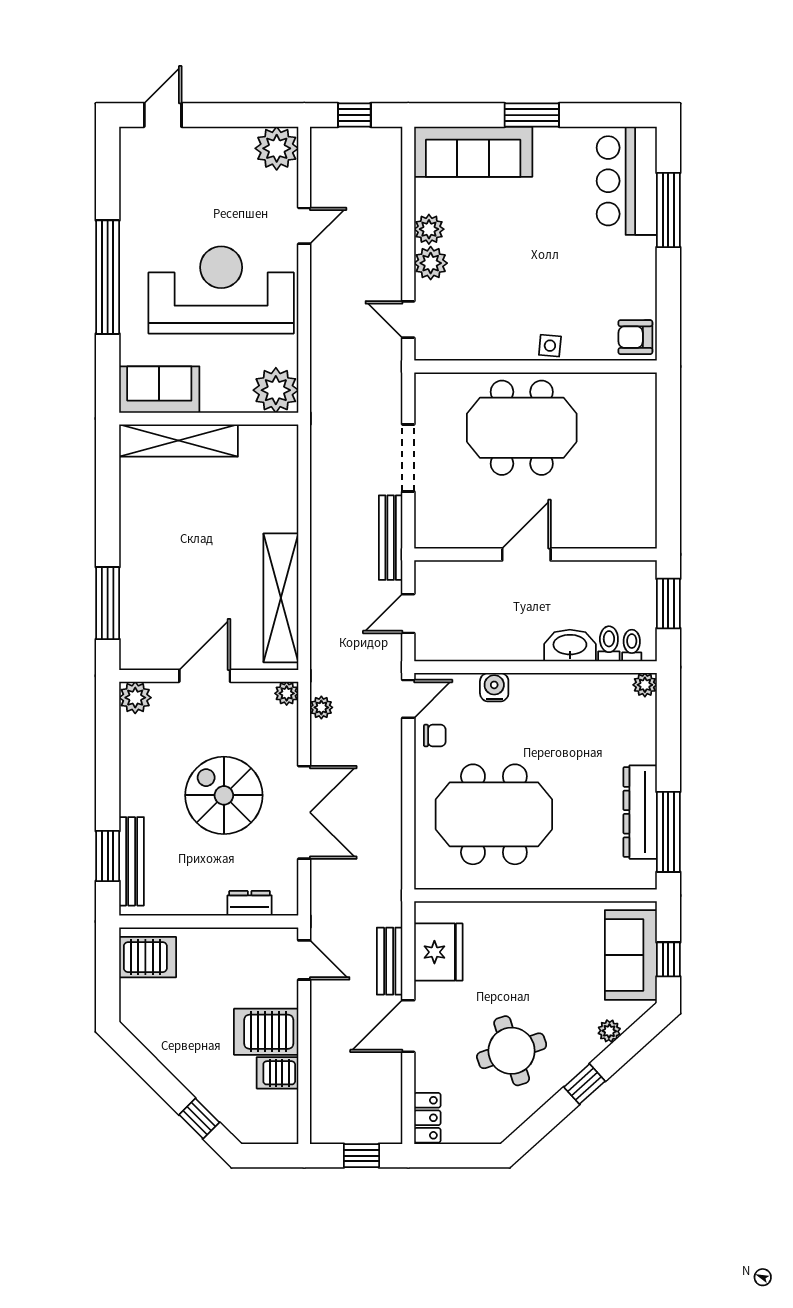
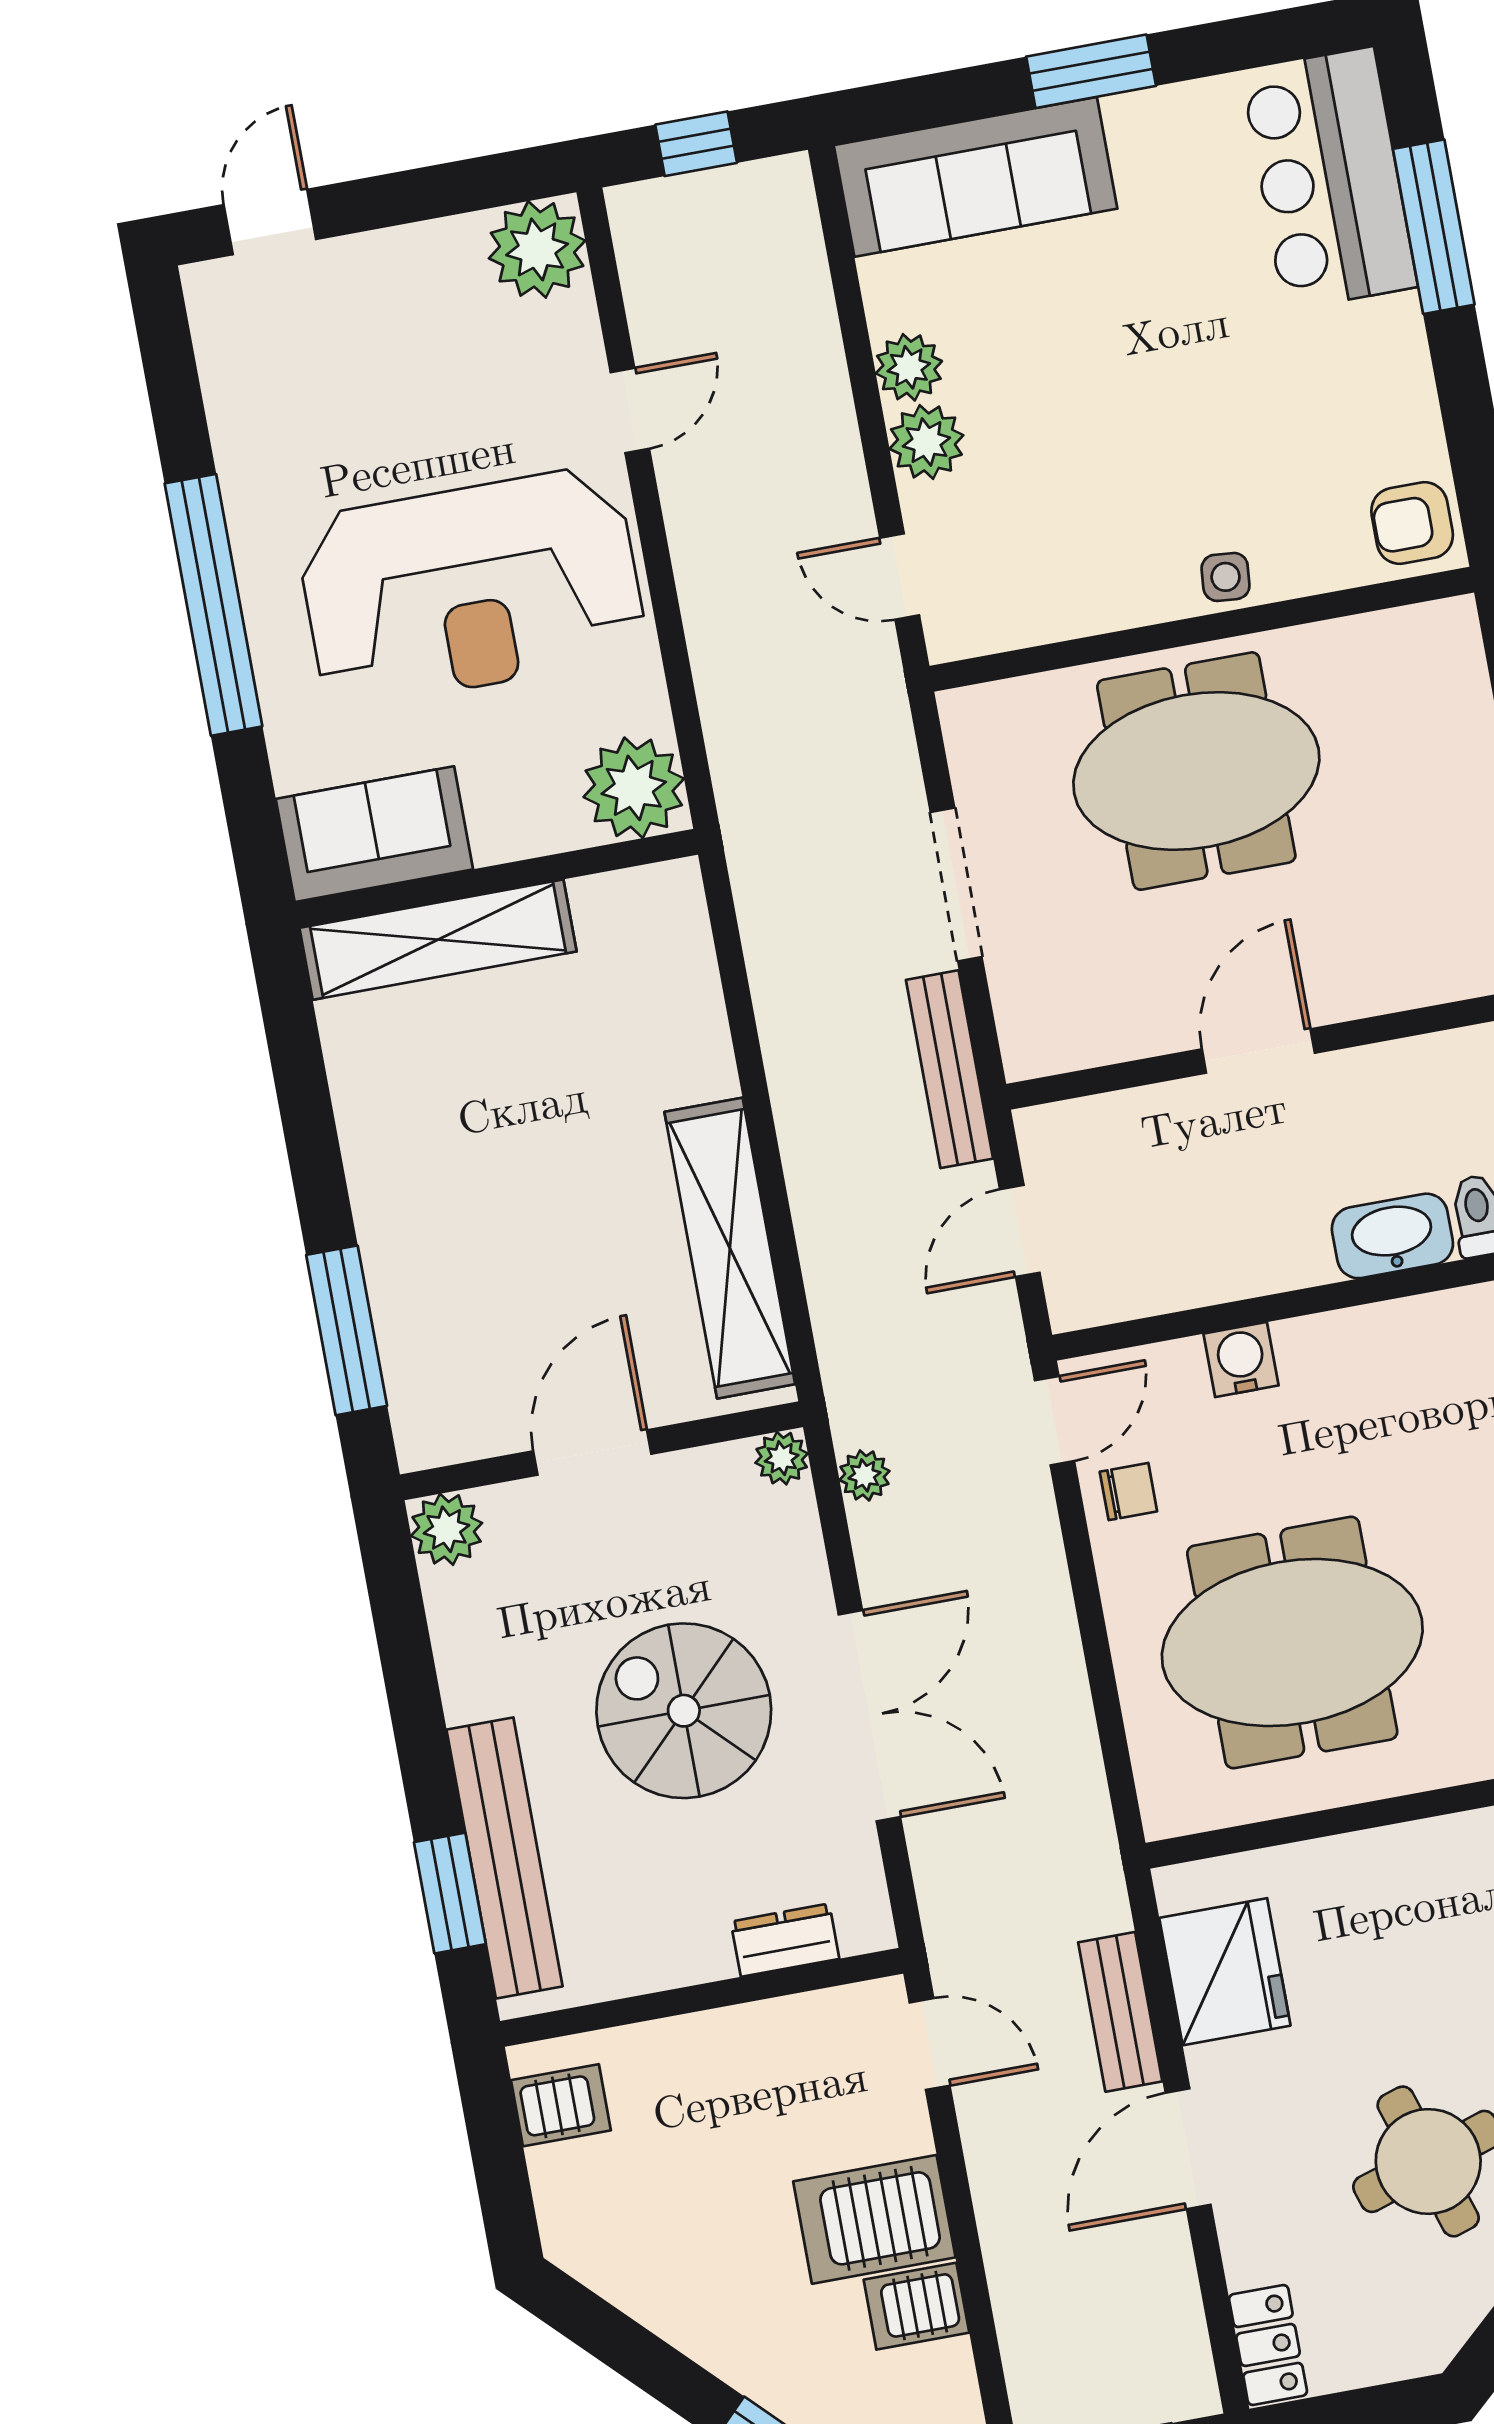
reception desk: (221, 290) -> (471, 587), turned 180
bench: (132, 861) -> (505, 1858), width x1.37, depth x1.21
server rack: (148, 957) -> (561, 2105), width x0.73, depth x0.70

